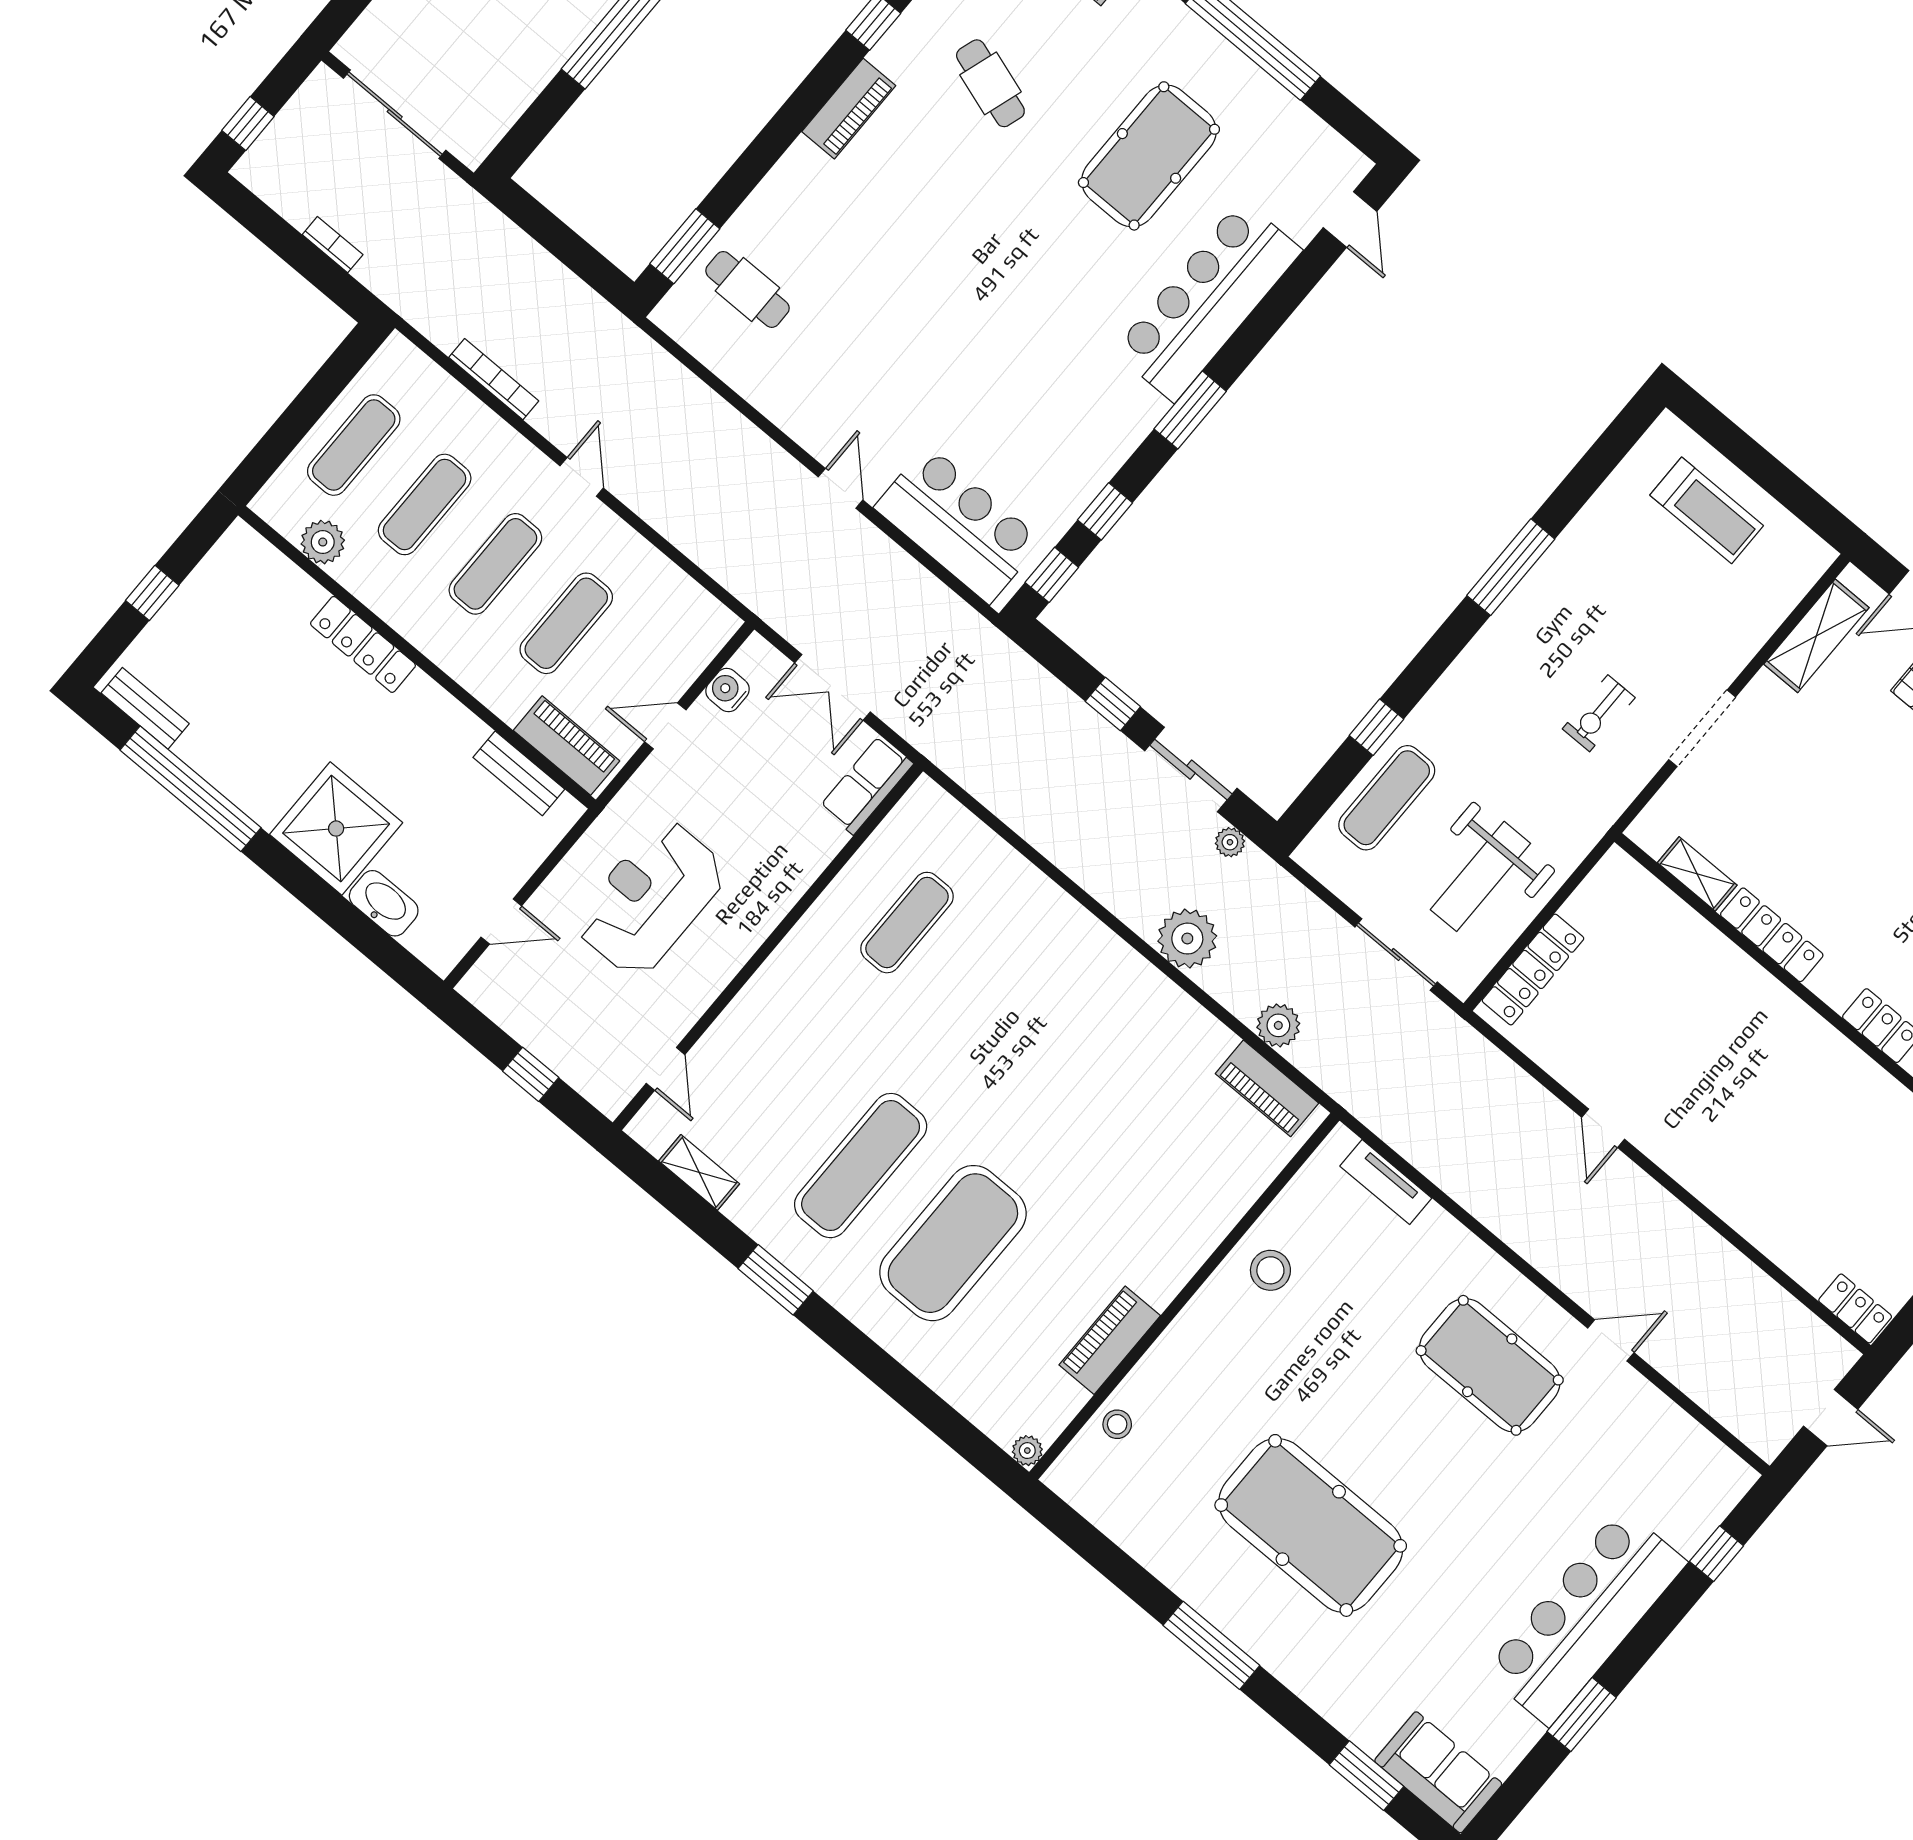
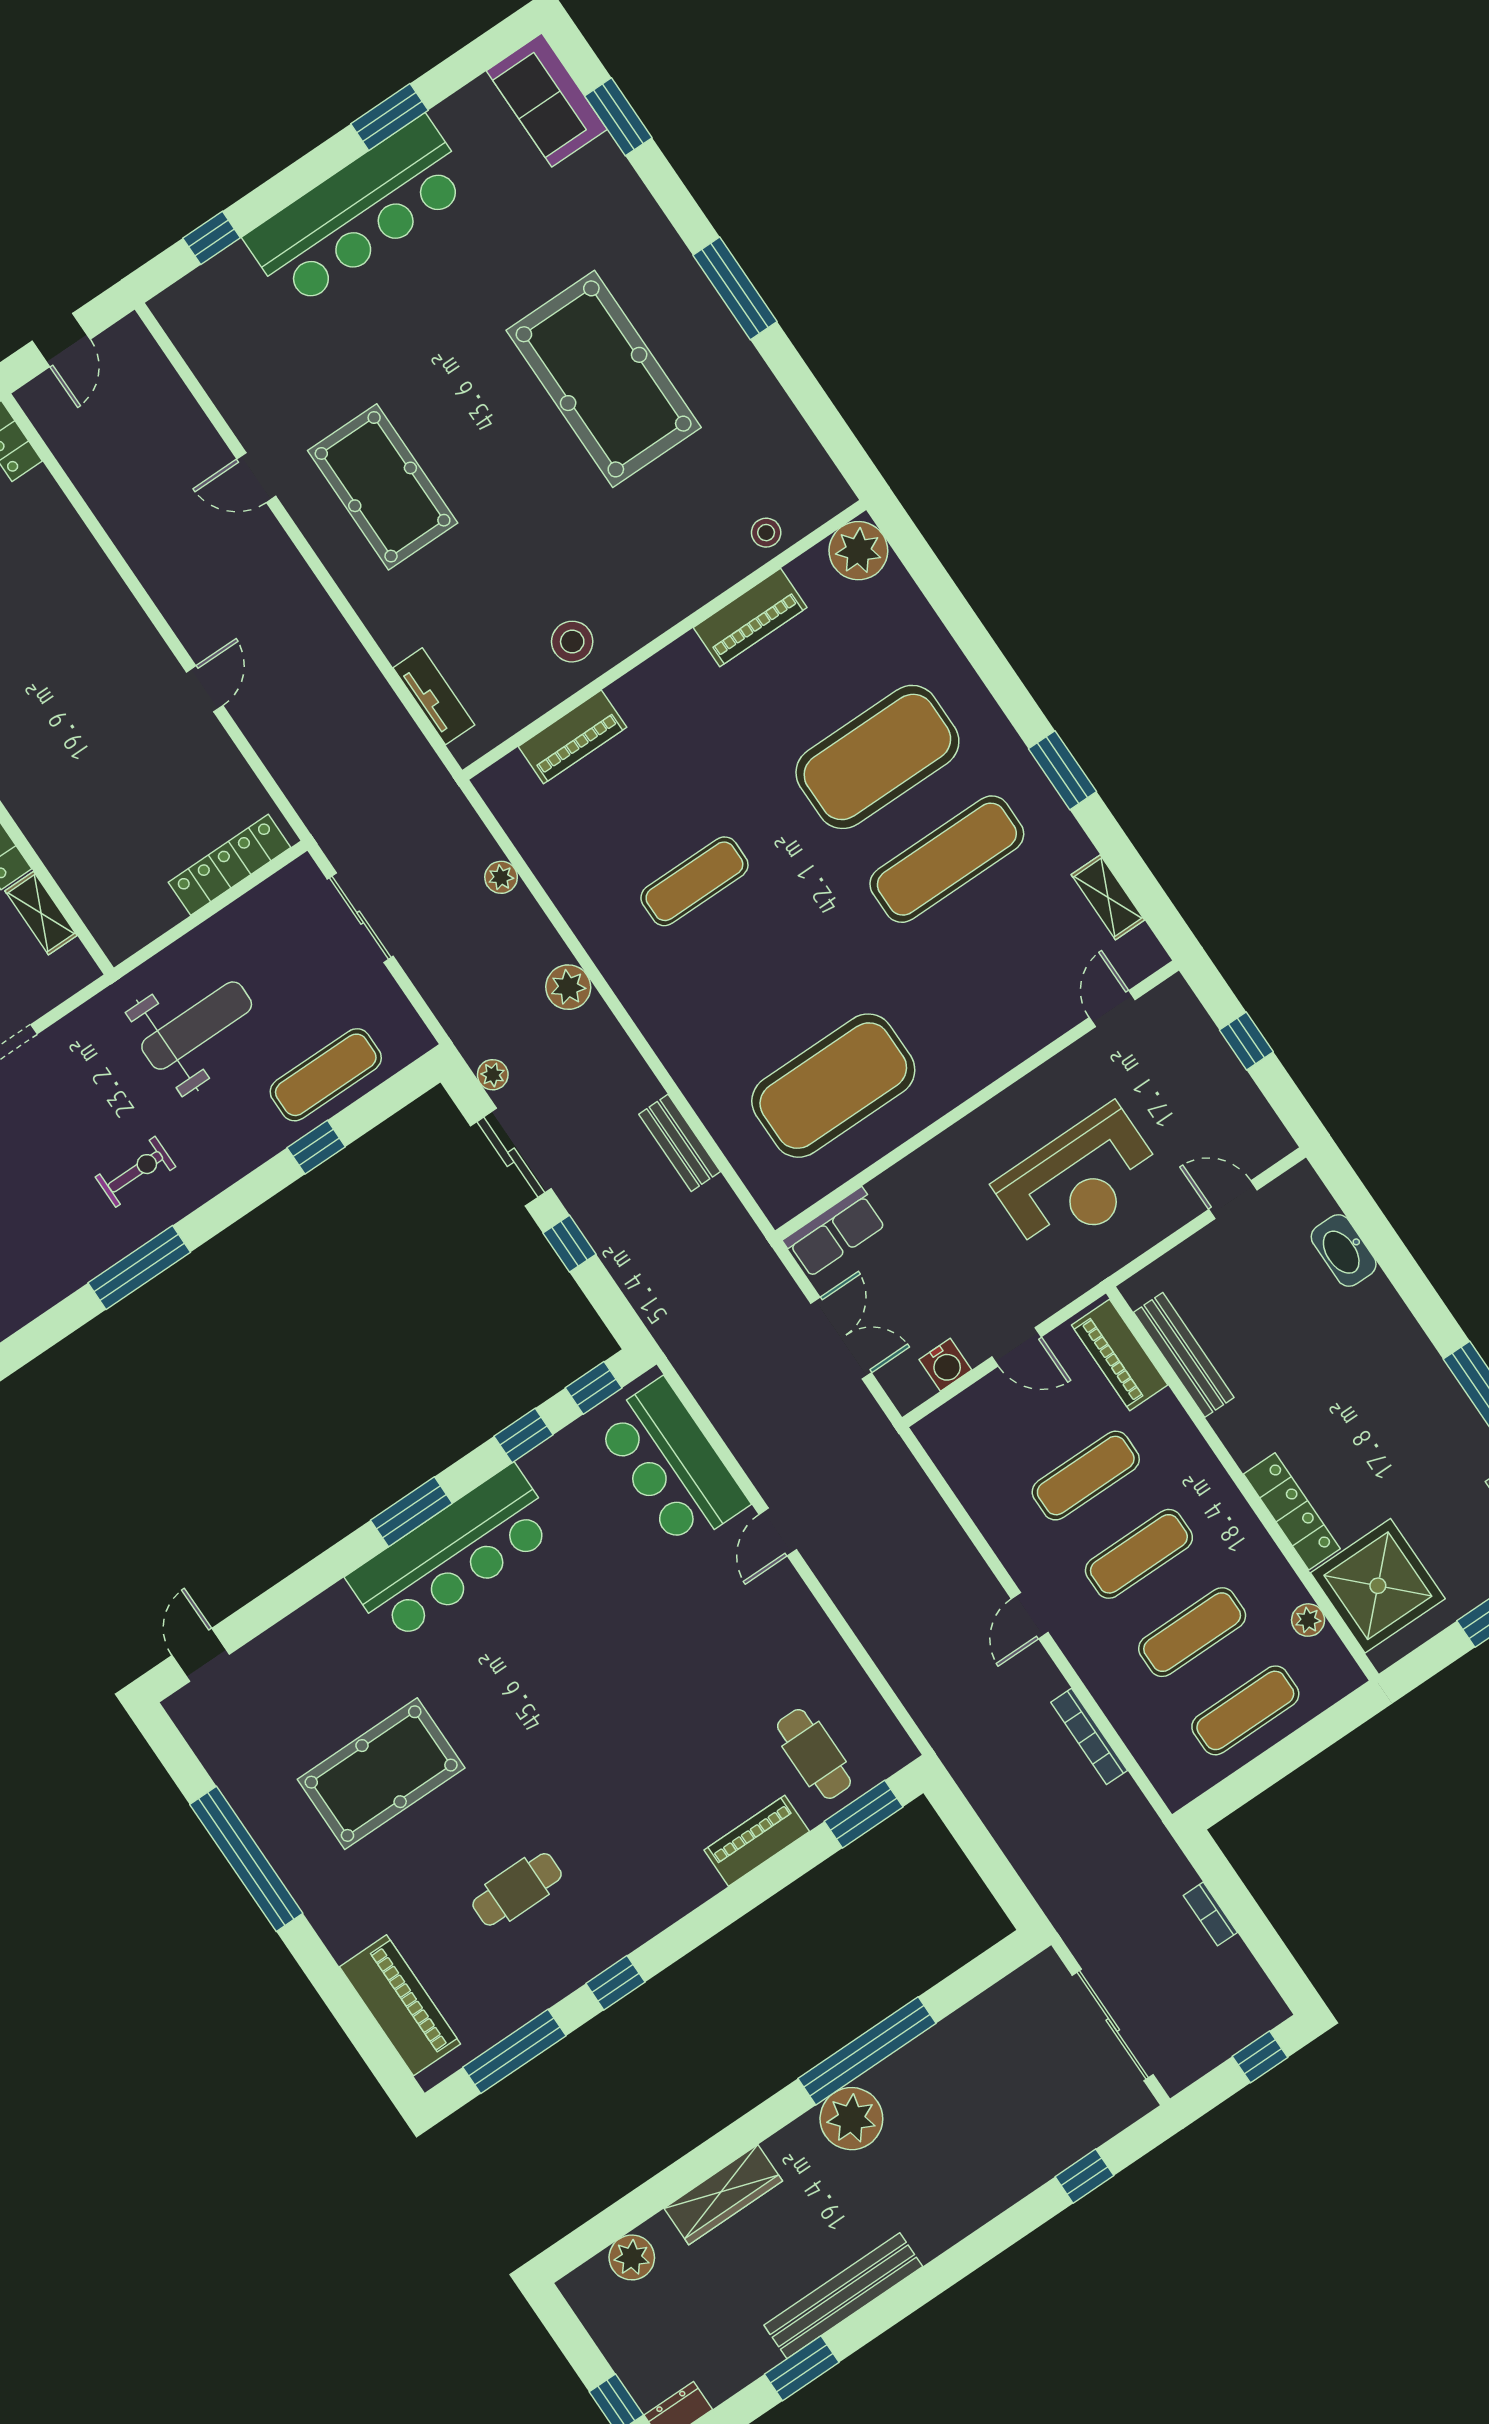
cafe table: (990, 83) -> (517, 1889), turned 72
piano: (849, 109) -> (757, 1841), moved
bar counter: (1208, 301) -> (452, 1554), moved
plant: (323, 542) -> (1308, 1620), width x0.73, depth x0.73
exercise bike: (1599, 713) -> (135, 1172), moved
bench: (519, 773) -> (1184, 1355), width x1.36
bench: (1036, 828) -> (680, 1143), added
shower: (336, 829) -> (1378, 1586), moved
weight bench: (1480, 876) -> (197, 1026), moved
exercise mat: (907, 923) -> (833, 1086), width x2.00, depth x1.45
plant: (1187, 939) -> (568, 987), width x0.73, depth x0.73
plant: (1278, 1025) -> (501, 877), width x0.73, depth x0.73
exercise mat: (1092, 1078) -> (694, 881), added
piano: (1267, 1088) -> (572, 737), moved, turned 90
door: (1831, 1418) -> (61, 340), swing flipped
plant: (1027, 1451) -> (858, 551), width x1.88, depth x1.88

